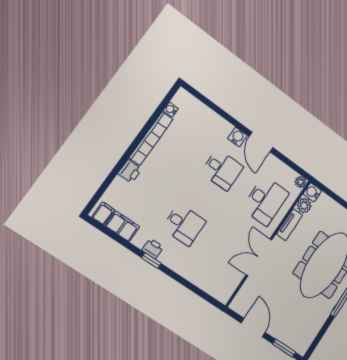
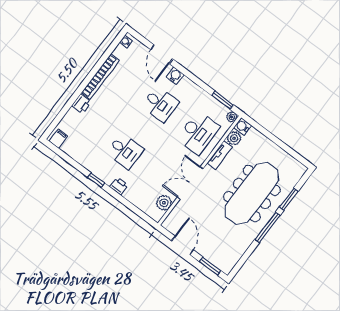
water cooler: (171, 110) -> (126, 41), moved
door: (261, 142) -> (162, 54), moved
window: (290, 164) -> (223, 100), added
filing cabinet: (122, 226) -> (73, 150), removed
printer: (153, 249) -> (119, 186), moved
plant: (231, 282) -> (164, 203), added

